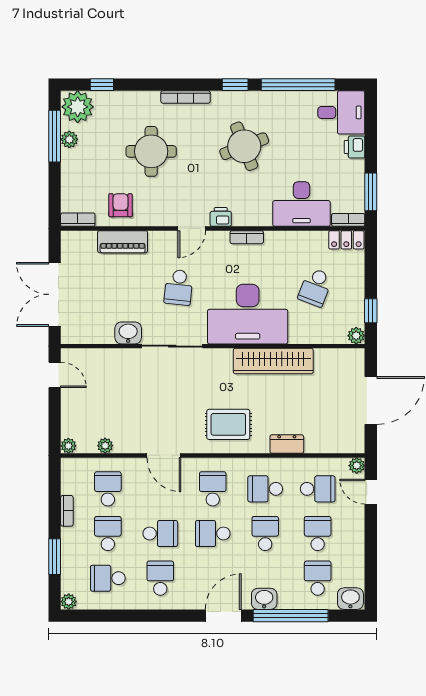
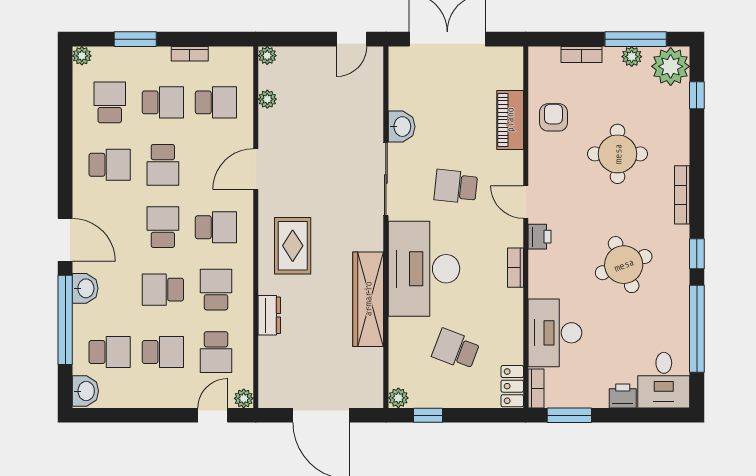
armchair: (120, 205) -> (553, 117), turned -90
bookcase: (78, 220) -> (581, 55), moved, turned 90
school desk: (265, 534) -> (163, 290), turned 180

